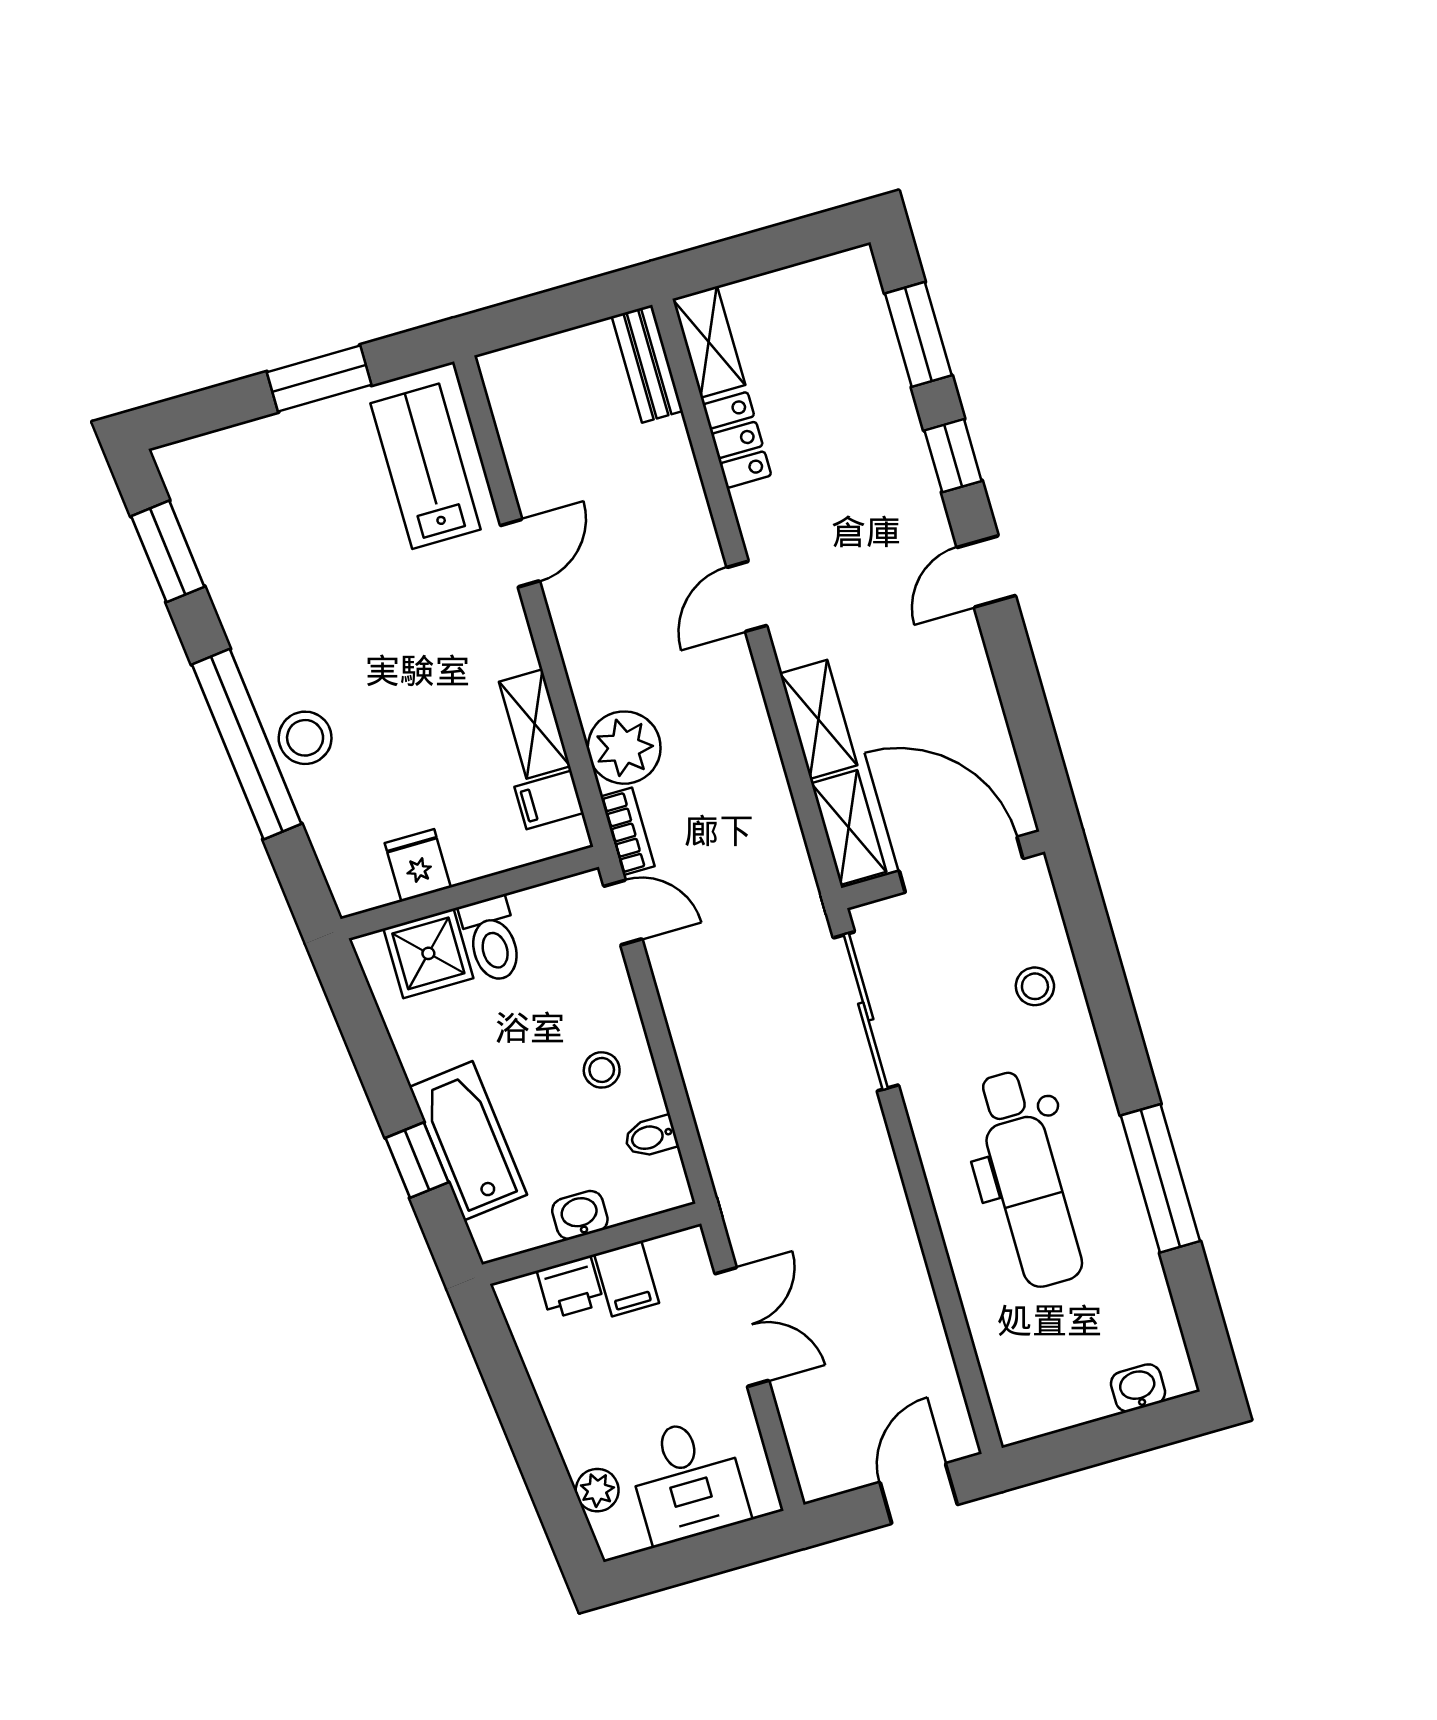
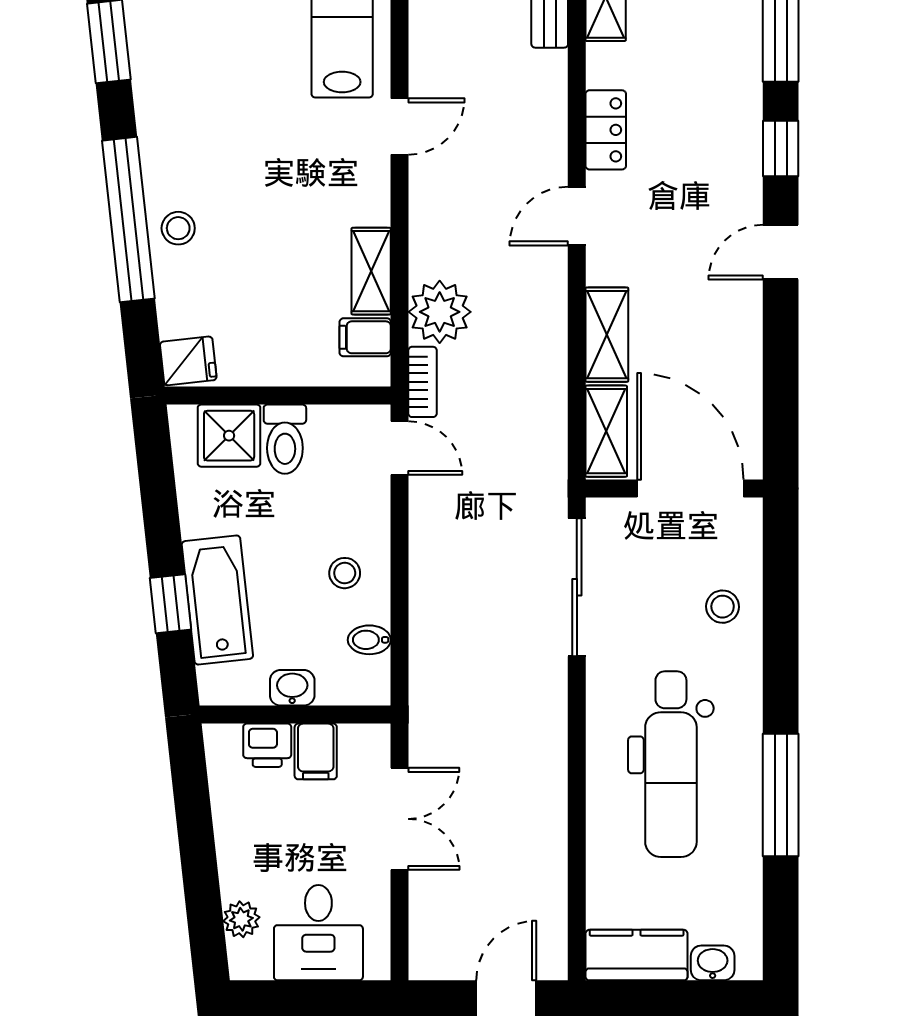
locker: (737, 440) -> (606, 130), moved
stool: (305, 738) -> (178, 228), width x0.73, depth x0.73
fridge: (418, 865) -> (188, 361), moved, turned 84
kitchen counter: (1050, 1403) -> (637, 955), added

